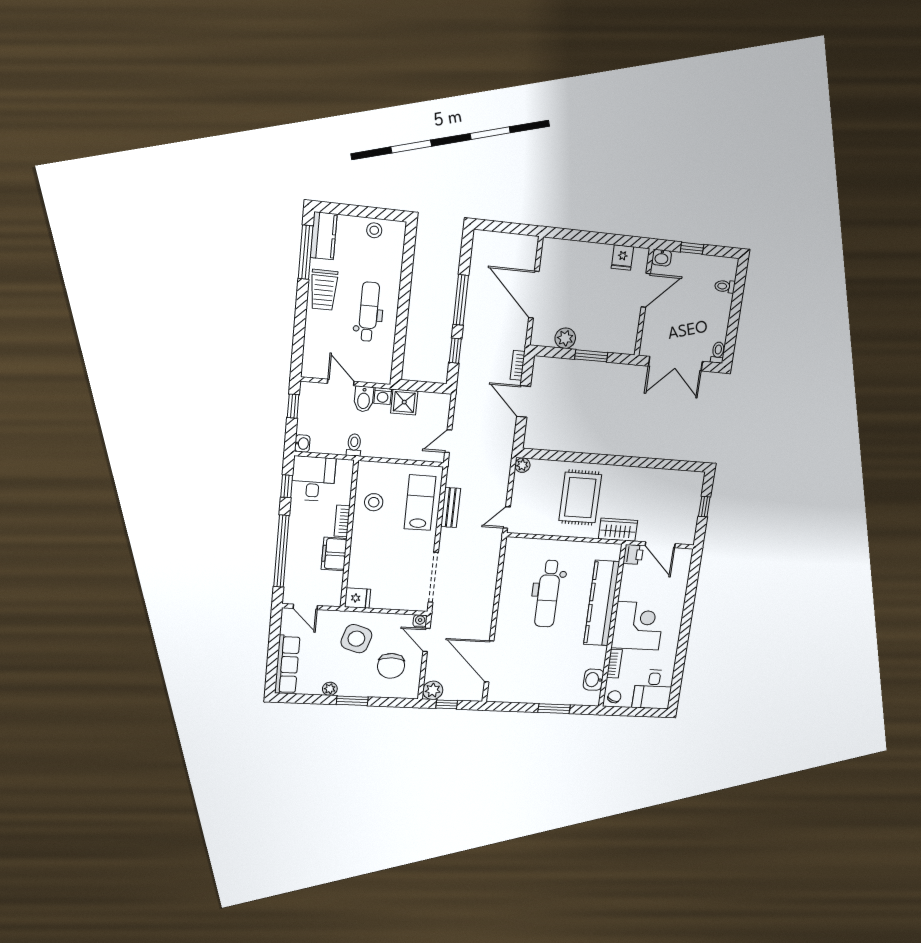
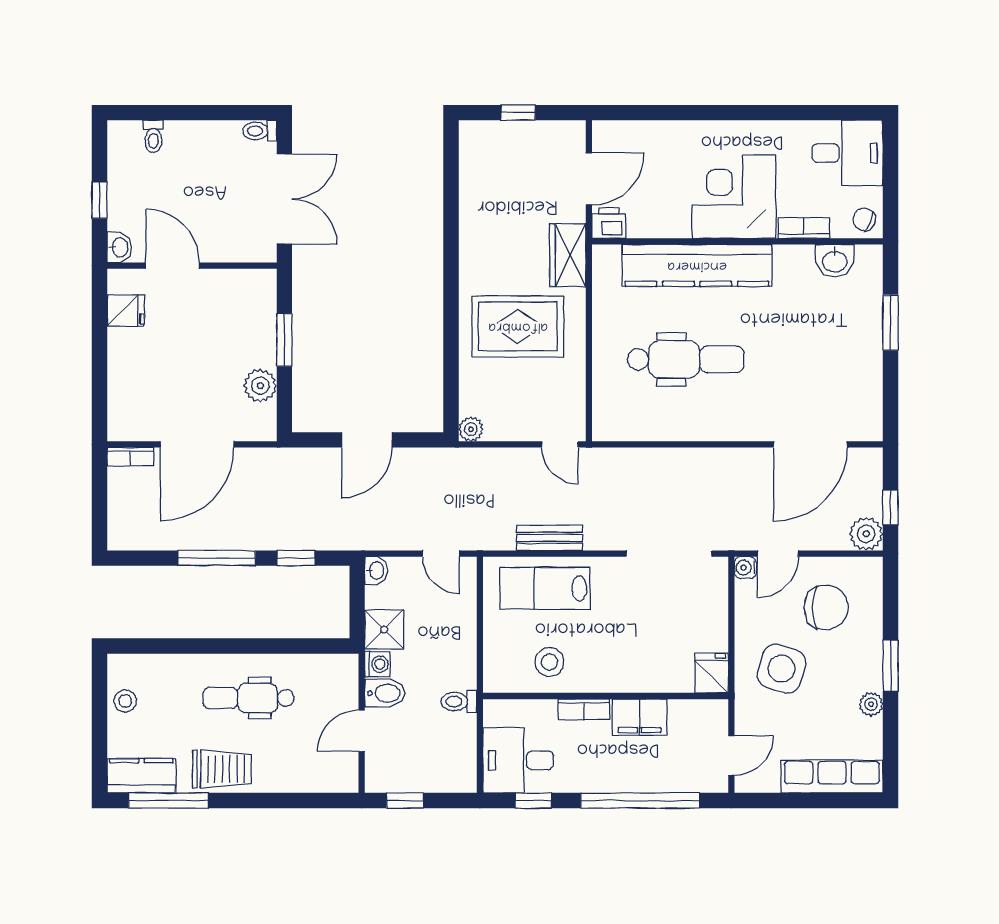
bookcase: (518, 365) -> (130, 457), moved
washbasin: (302, 443) -> (376, 570), moved, turned 90

